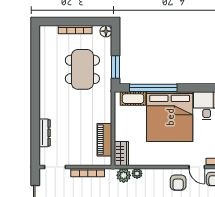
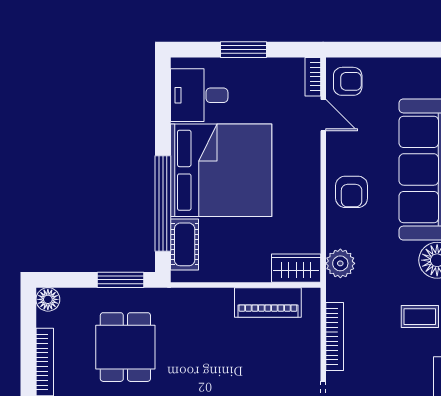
dining table: (82, 69) -> (125, 347), width x0.73
door: (197, 167) -> (323, 115), hinge flipped
plant: (137, 173) -> (336, 236), removed
armchair: (178, 183) -> (352, 192), moved, turned 90

